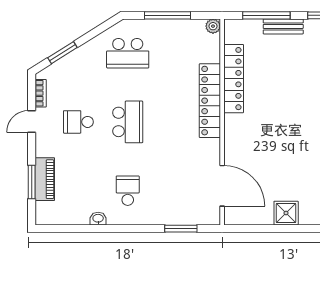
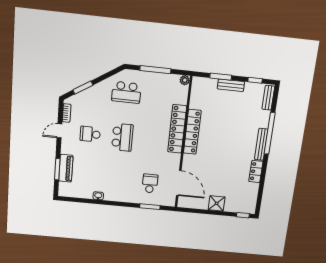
window: (266, 15) -> (221, 77), width x0.69
locker: (234, 79) -> (192, 132), moved
school desk: (128, 191) -> (150, 183), moved

